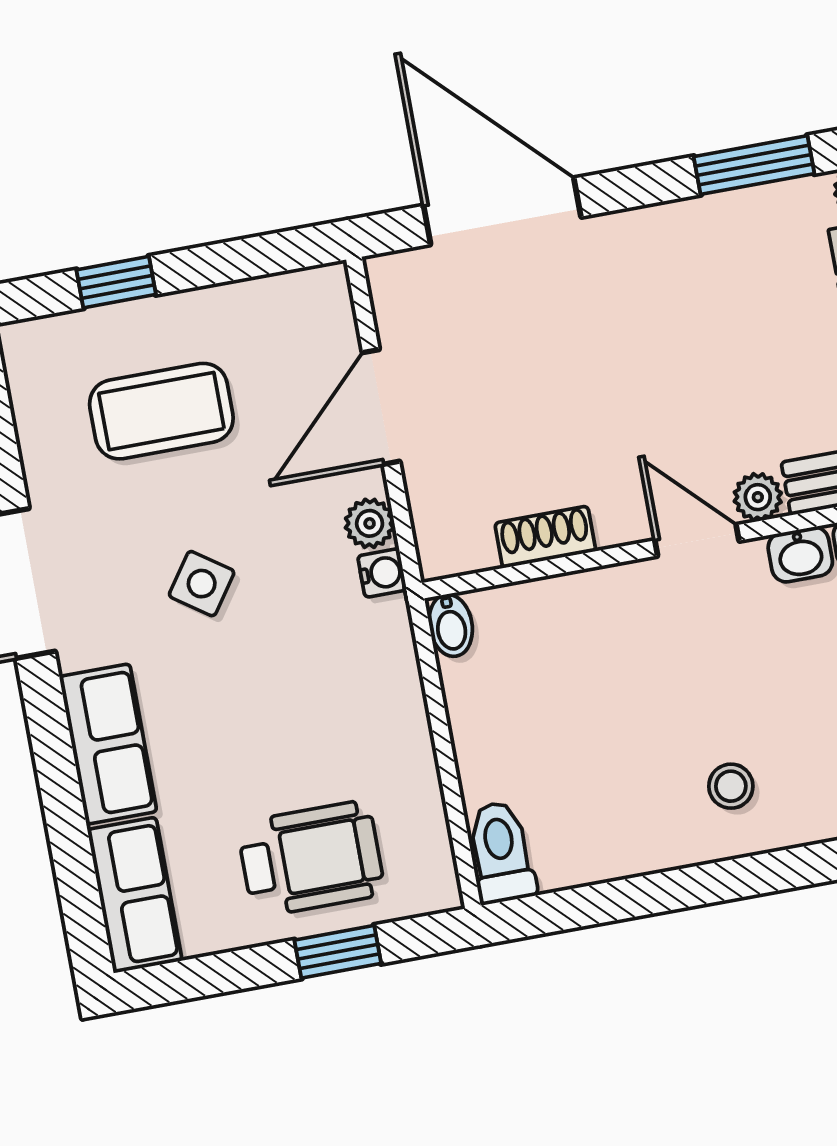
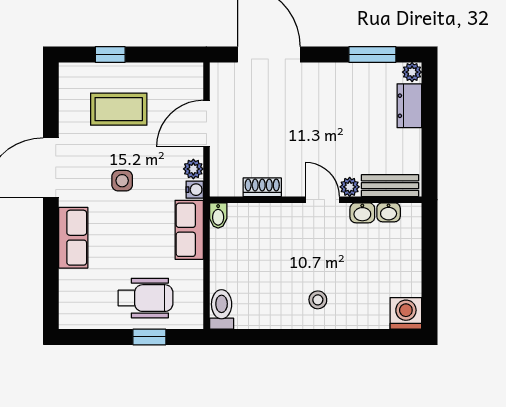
side table: (202, 584) -> (122, 181), turned -35
row of seats: (135, 895) -> (189, 230), moved, turned 180

